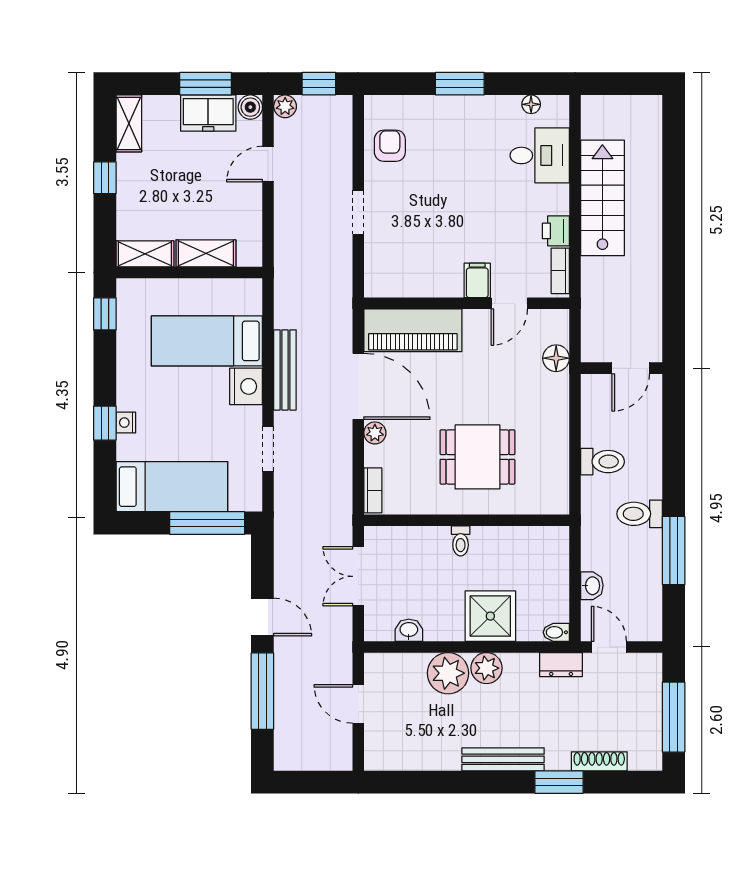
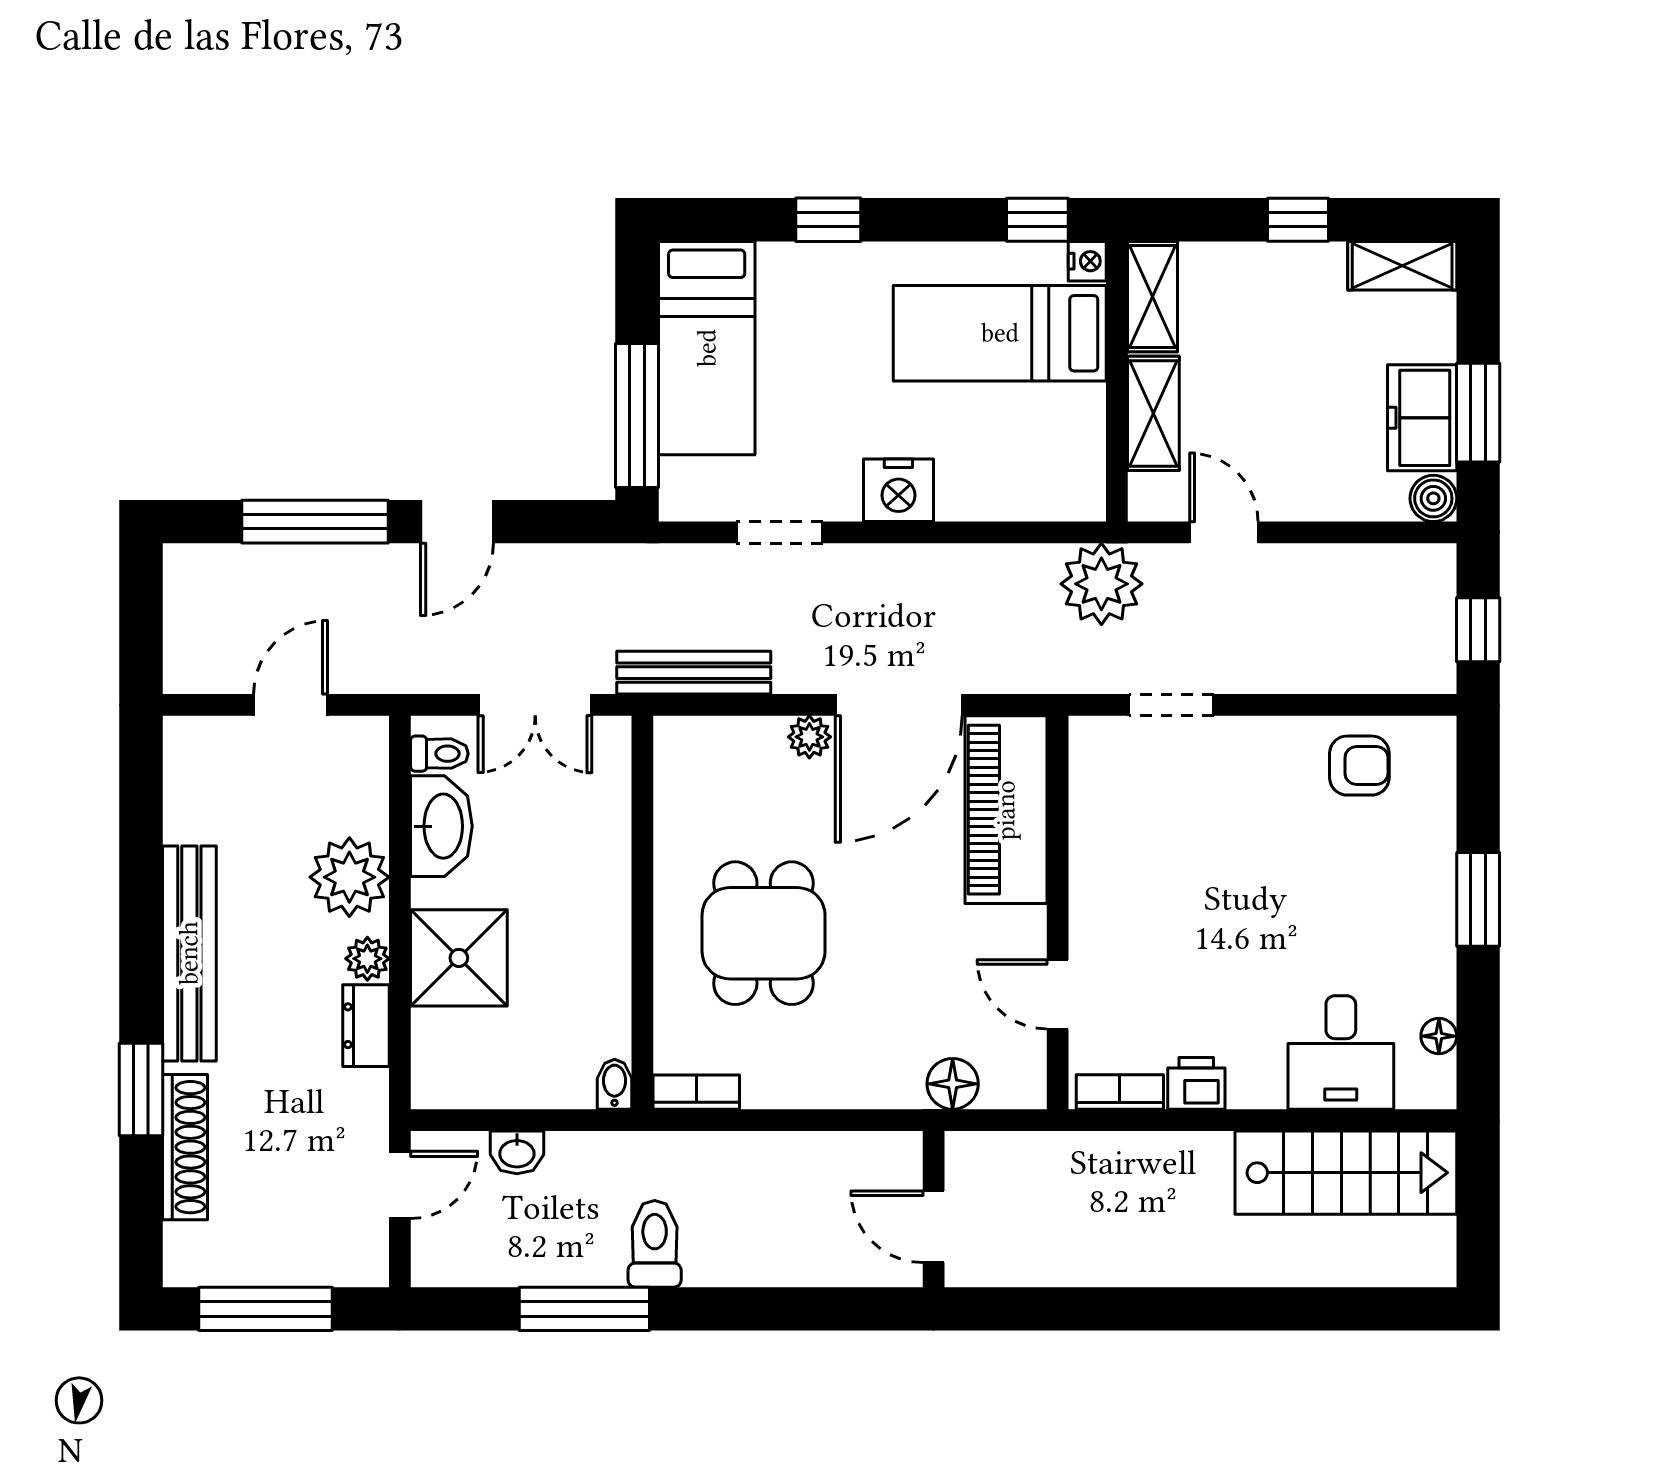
plant: (285, 106) -> (1101, 584), moved, width x1.87, depth x1.87
door: (268, 164) -> (1224, 532), moved
stairs: (602, 198) -> (1346, 1173), moved
doorway: (358, 212) -> (1171, 705), moved
filing cabinet: (477, 280) -> (1102, 933), removed
bed: (207, 341) -> (1000, 333), moved, turned -90
bench: (285, 370) -> (694, 673), moved
nightstand: (126, 423) -> (1087, 261), moved, turned 90
toilet: (603, 462) -> (755, 1173), removed
bookcase: (373, 490) -> (696, 1092), moved, turned 180
toilet: (461, 541) -> (439, 754), moved, turned 180
double door: (358, 576) -> (535, 705), swing flipped
washbasin: (409, 630) -> (441, 826), width x1.91, depth x1.45
bidet: (556, 632) -> (615, 1084), moved
dresser: (561, 665) -> (366, 1026), moved
plant: (487, 668) -> (367, 959), width x0.73, depth x0.73
bench: (503, 759) -> (189, 953), width x1.37, depth x1.21
shoe rack: (599, 761) -> (185, 1147), width x1.36, depth x1.24

